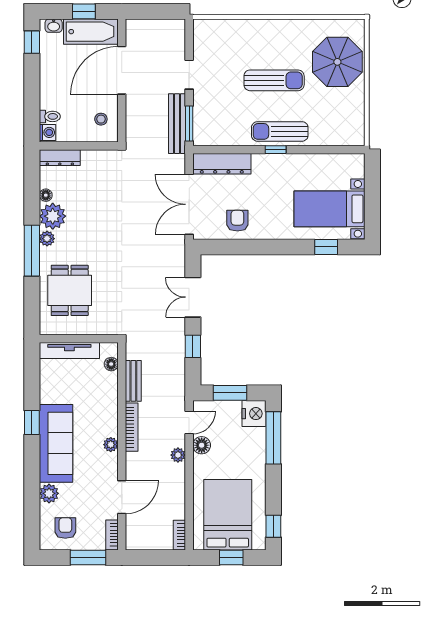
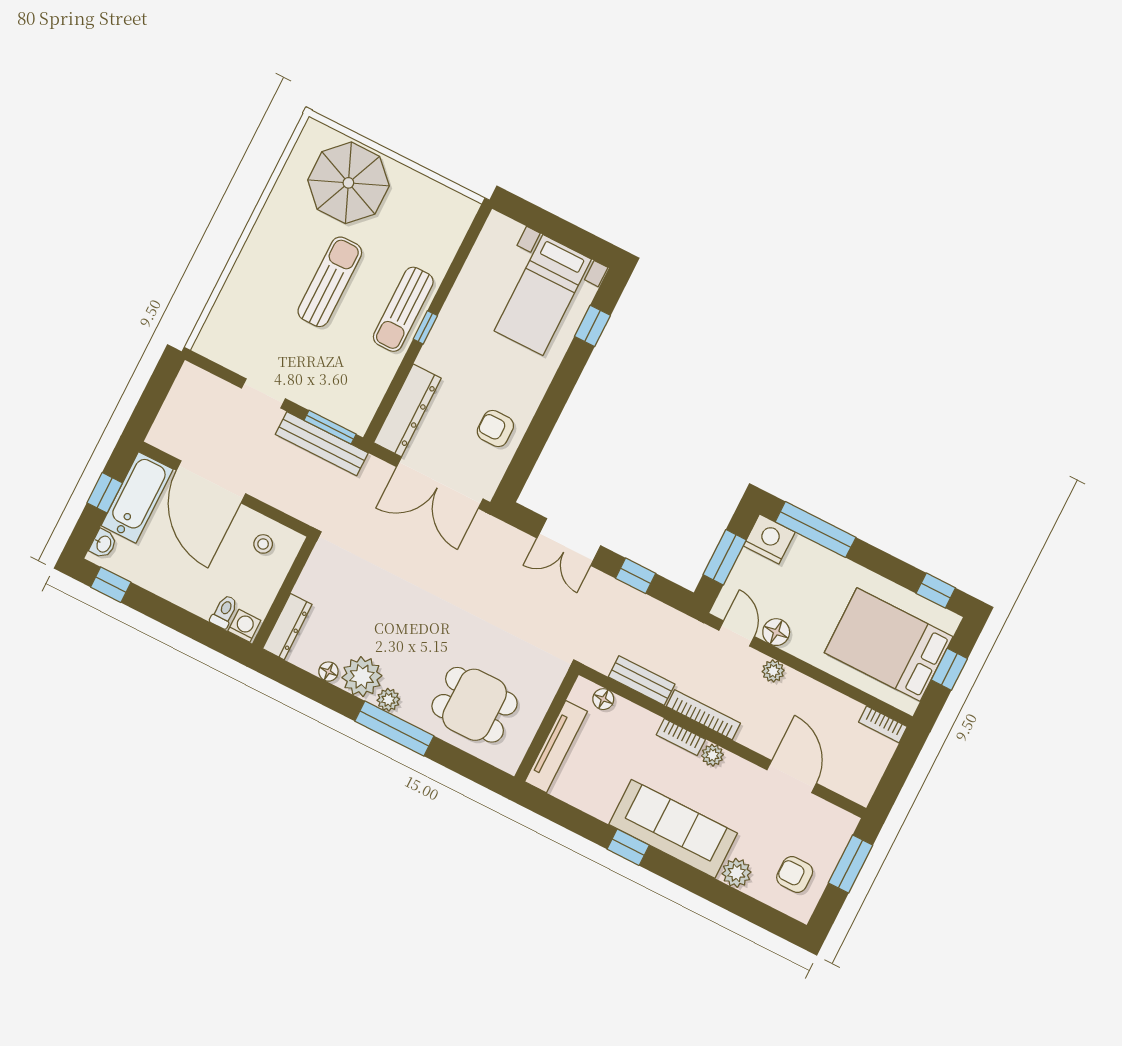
bookcase: (112, 535) -> (681, 737), moved

